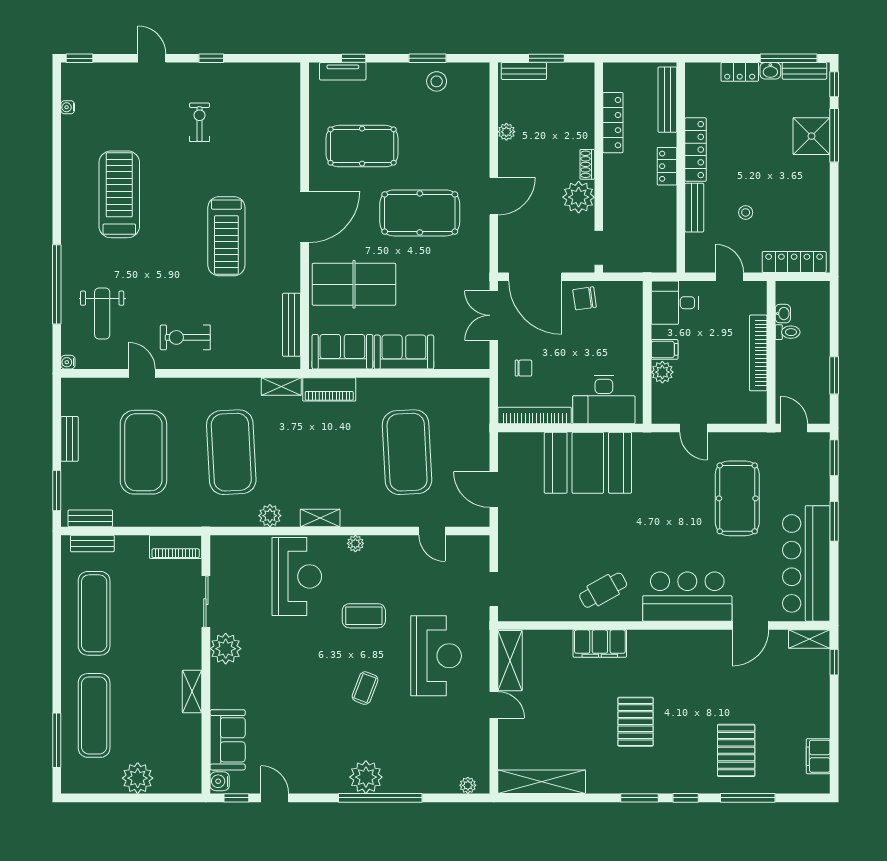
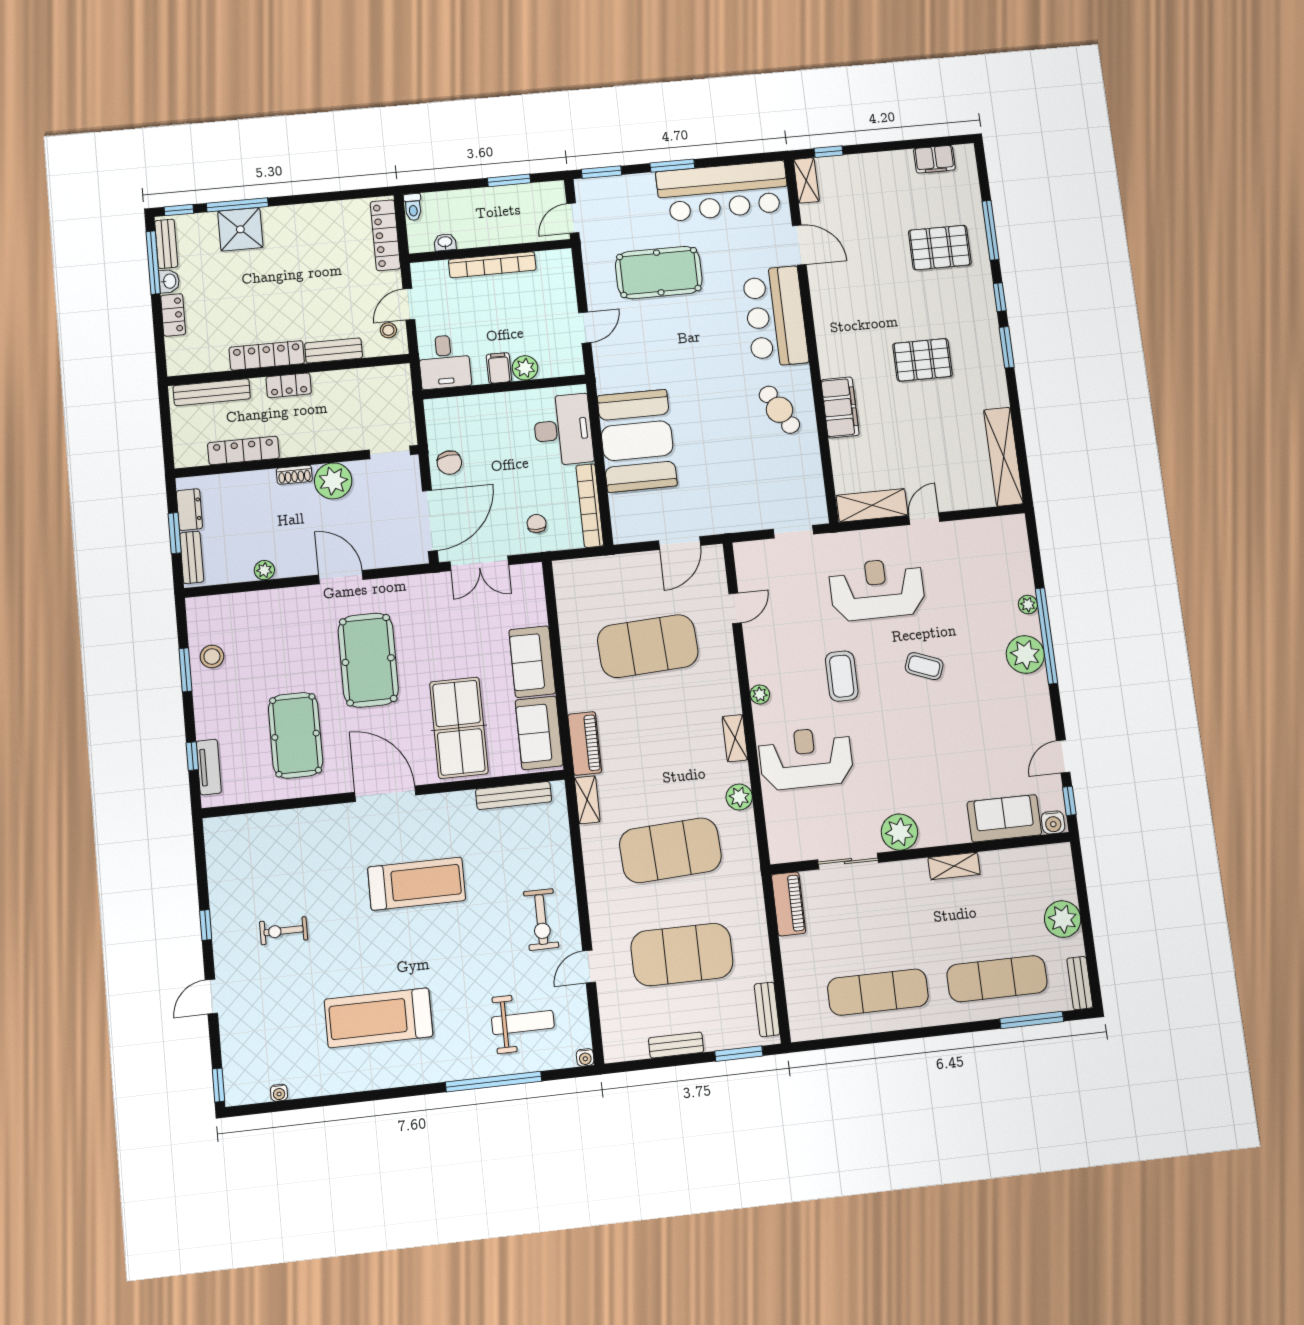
dresser: (566, 72) -> (189, 510), added
stool: (746, 212) -> (388, 330), moved
toilet: (788, 332) -> (413, 207), moved, turned 180
bench: (92, 544) -> (1080, 983), moved
plant: (468, 785) -> (1028, 605), moved

